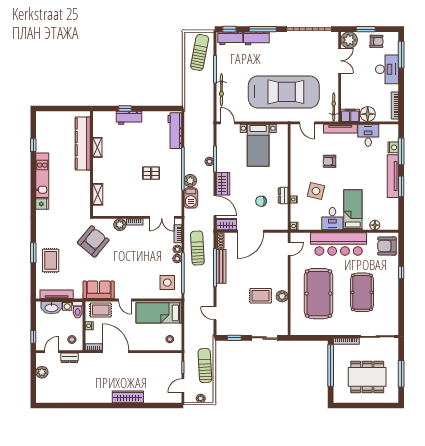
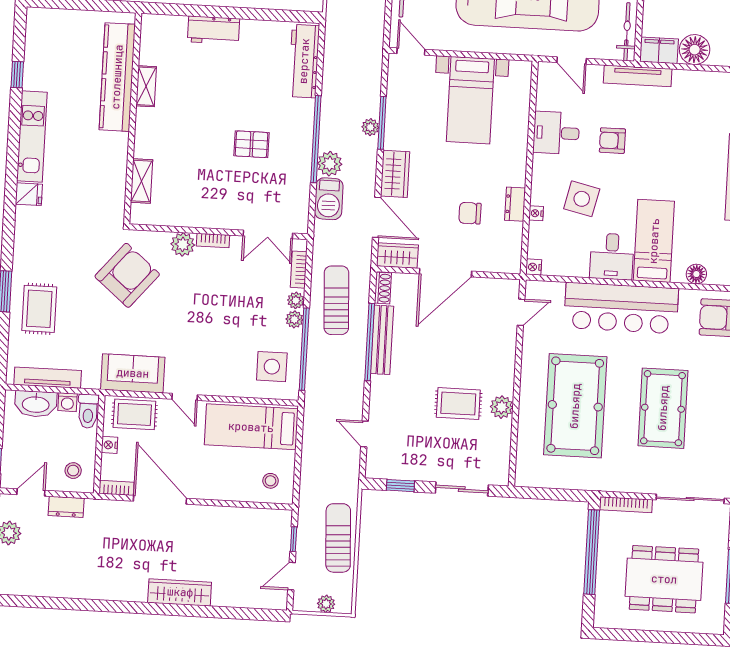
window: (125, 109) -> (206, 11), removed
desk: (368, 135) -> (556, 133), moved, turned -90

